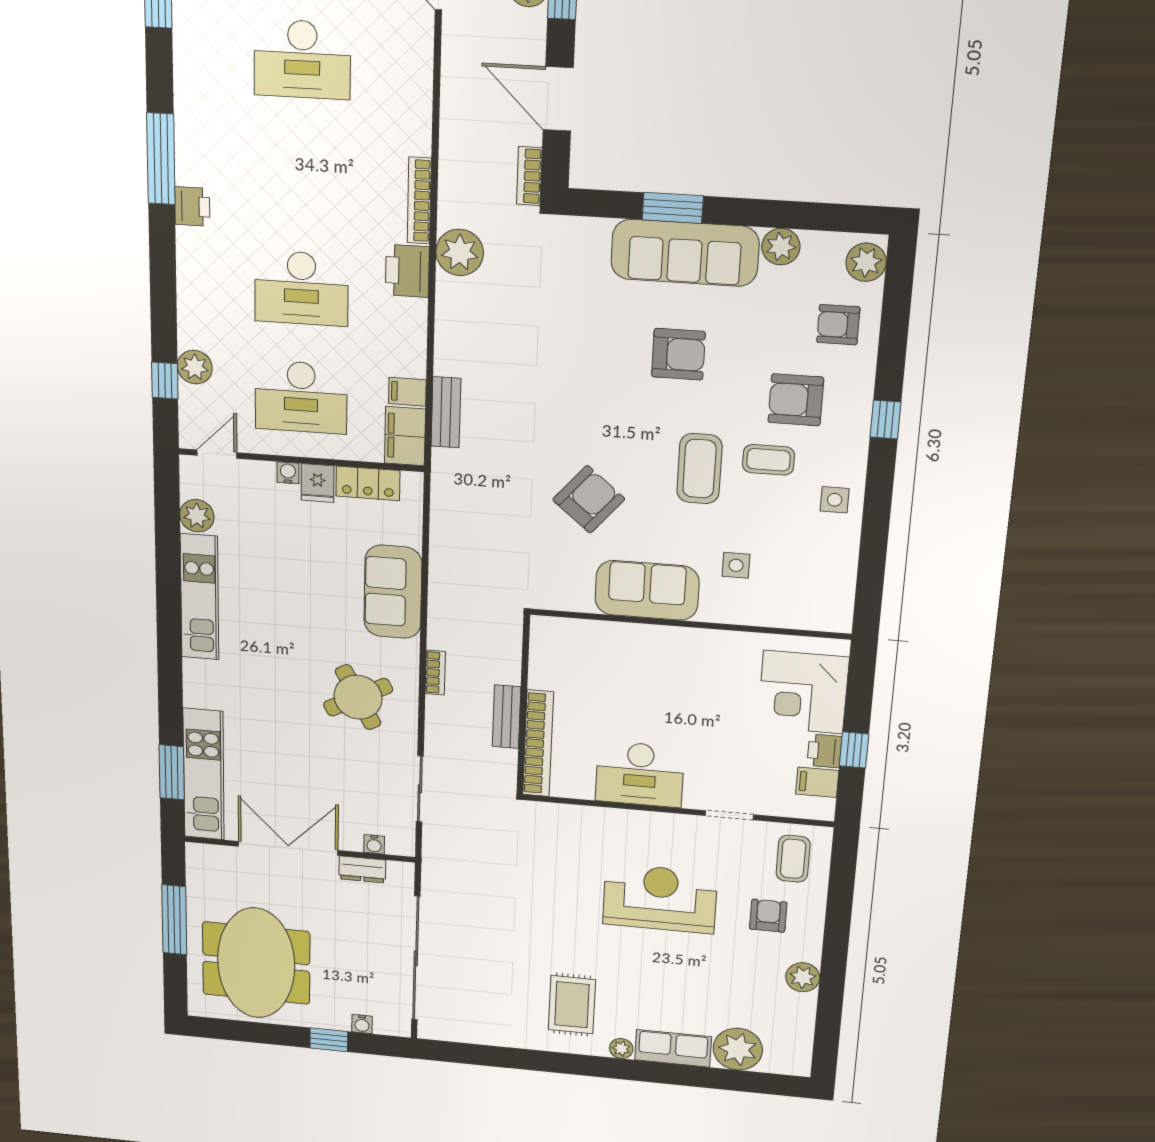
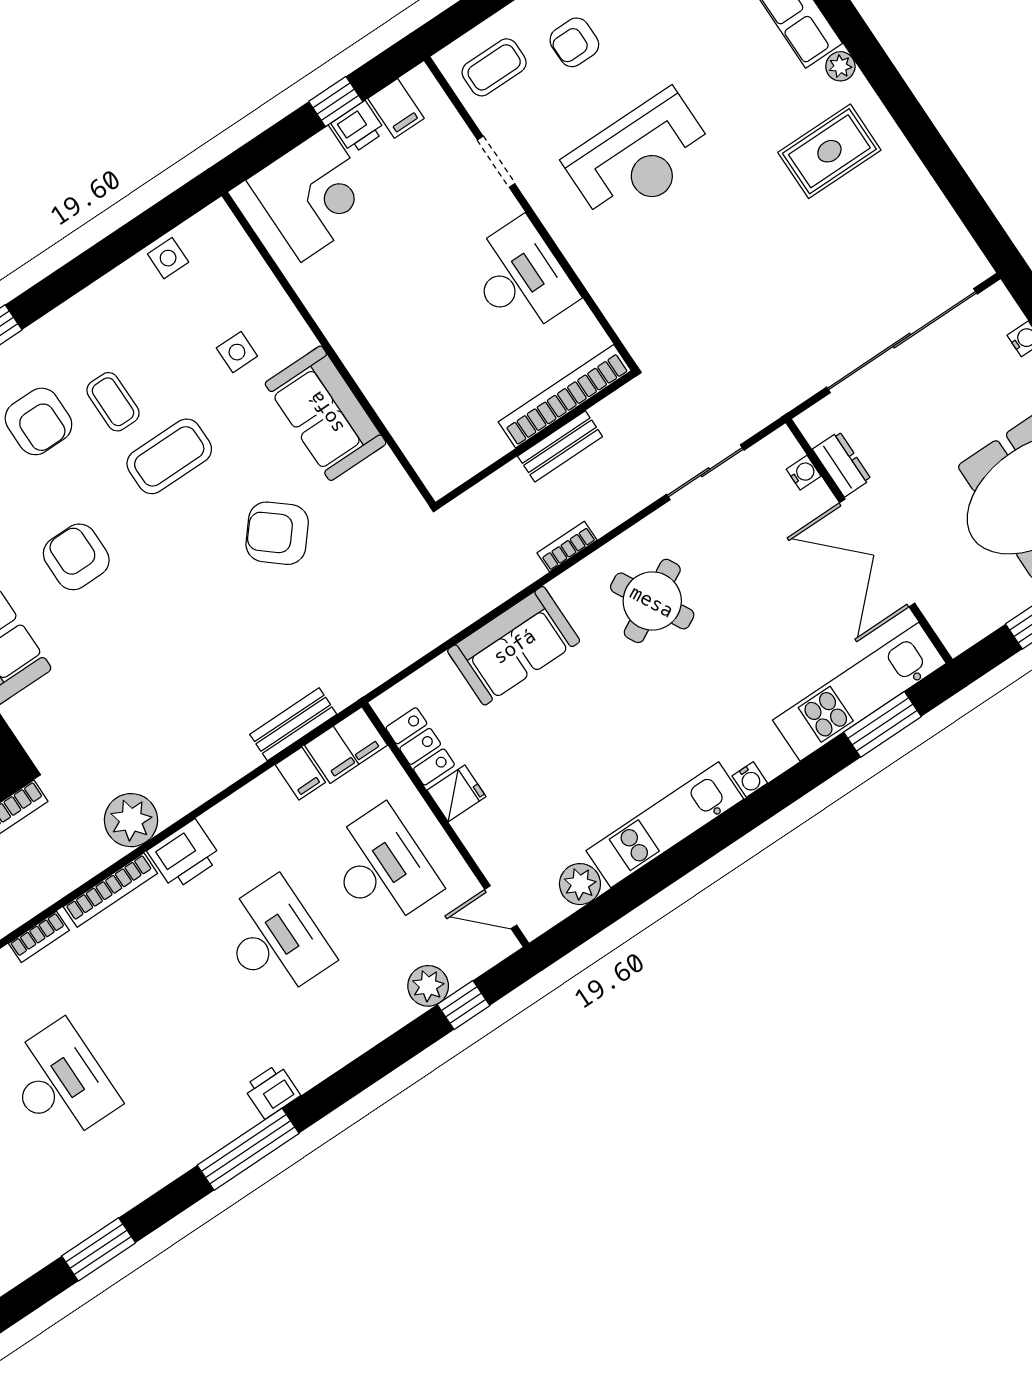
bookcase: (422, 124) -> (39, 937), added
water cooler: (288, 473) -> (750, 779), moved, turned -90
side table: (835, 500) -> (168, 258), moved
reception desk: (660, 898) -> (639, 158), turned -90

